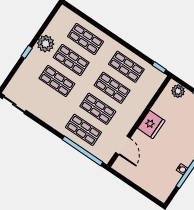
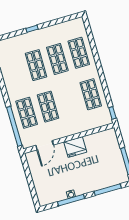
plant: (46, 44) -> (49, 34), removed
shop shelf: (112, 88) -> (69, 100), removed
plant: (178, 91) -> (112, 139), removed

